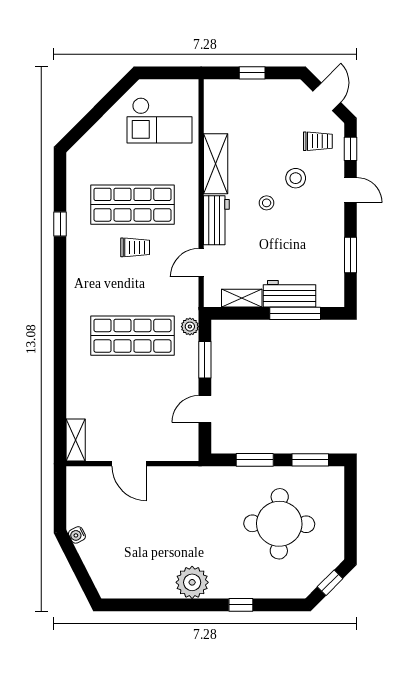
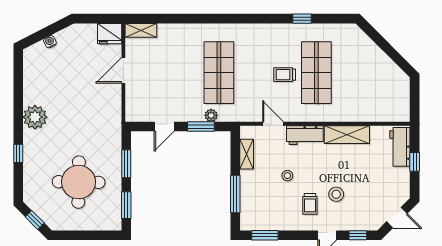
checkout: (160, 120) -> (379, 93), removed
trolley: (318, 141) -> (310, 204), moved
stool: (267, 203) -> (287, 176), moved
trolley: (135, 247) -> (285, 75), turned 90
window: (350, 255) -> (265, 235), moved
workbench: (290, 294) -> (400, 147), moved, turned 180
plant: (190, 327) -> (211, 115), moved
door: (205, 409) -> (164, 127), swing flipped
fridge: (80, 482) -> (110, 34), added
water cooler: (77, 535) -> (50, 42), moved

